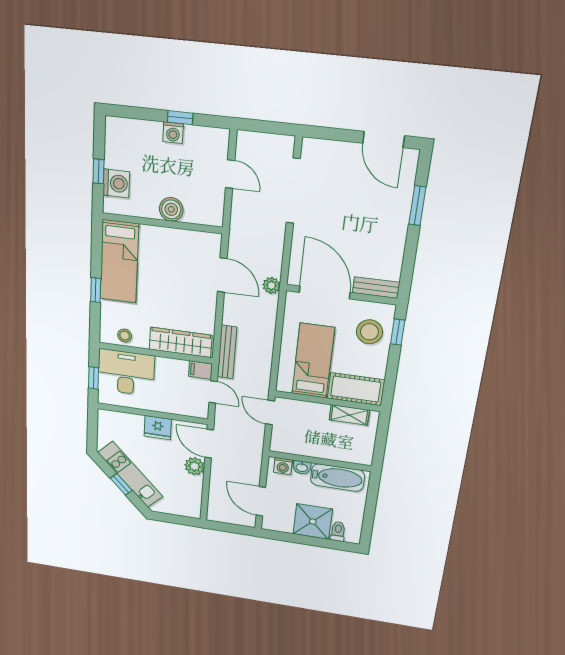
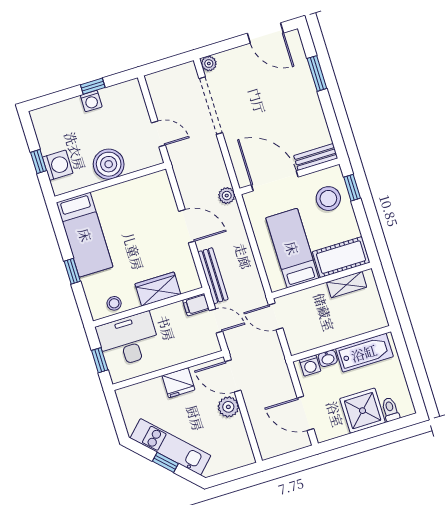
plant: (310, 146) -> (209, 64), added
door: (230, 174) -> (158, 134), moved
boiler: (171, 209) -> (109, 164), width x1.37, depth x1.37
door: (222, 275) -> (187, 226), moved
wardrobe: (181, 342) -> (158, 289), width x0.67

